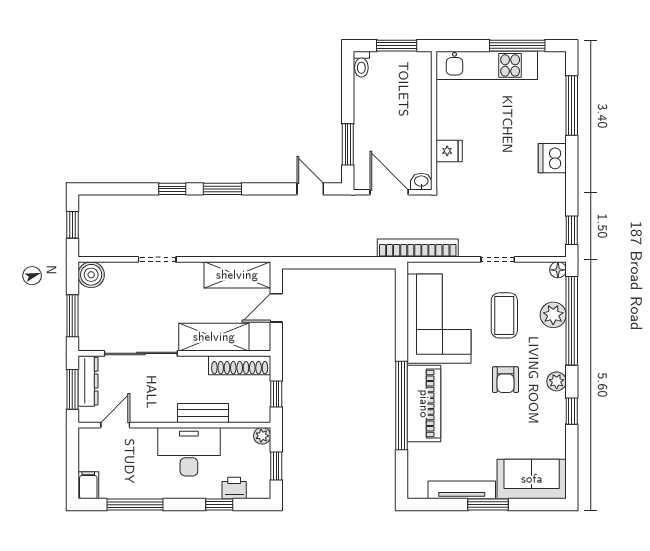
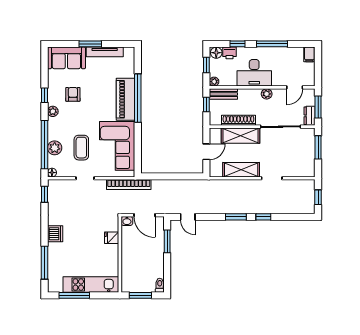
boiler: (91, 275) -> (308, 170), removed
shelving: (237, 275) -> (241, 170), moved
shoe rack: (240, 365) -> (238, 120), moved
armchair: (505, 380) -> (73, 94), moved
dresser: (88, 381) -> (310, 116), width x0.70
plant: (166, 413) -> (267, 94), added
bench: (203, 413) -> (223, 94), moved
floor lamp: (258, 489) -> (216, 53), added
window: (135, 505) -> (272, 44), moved

